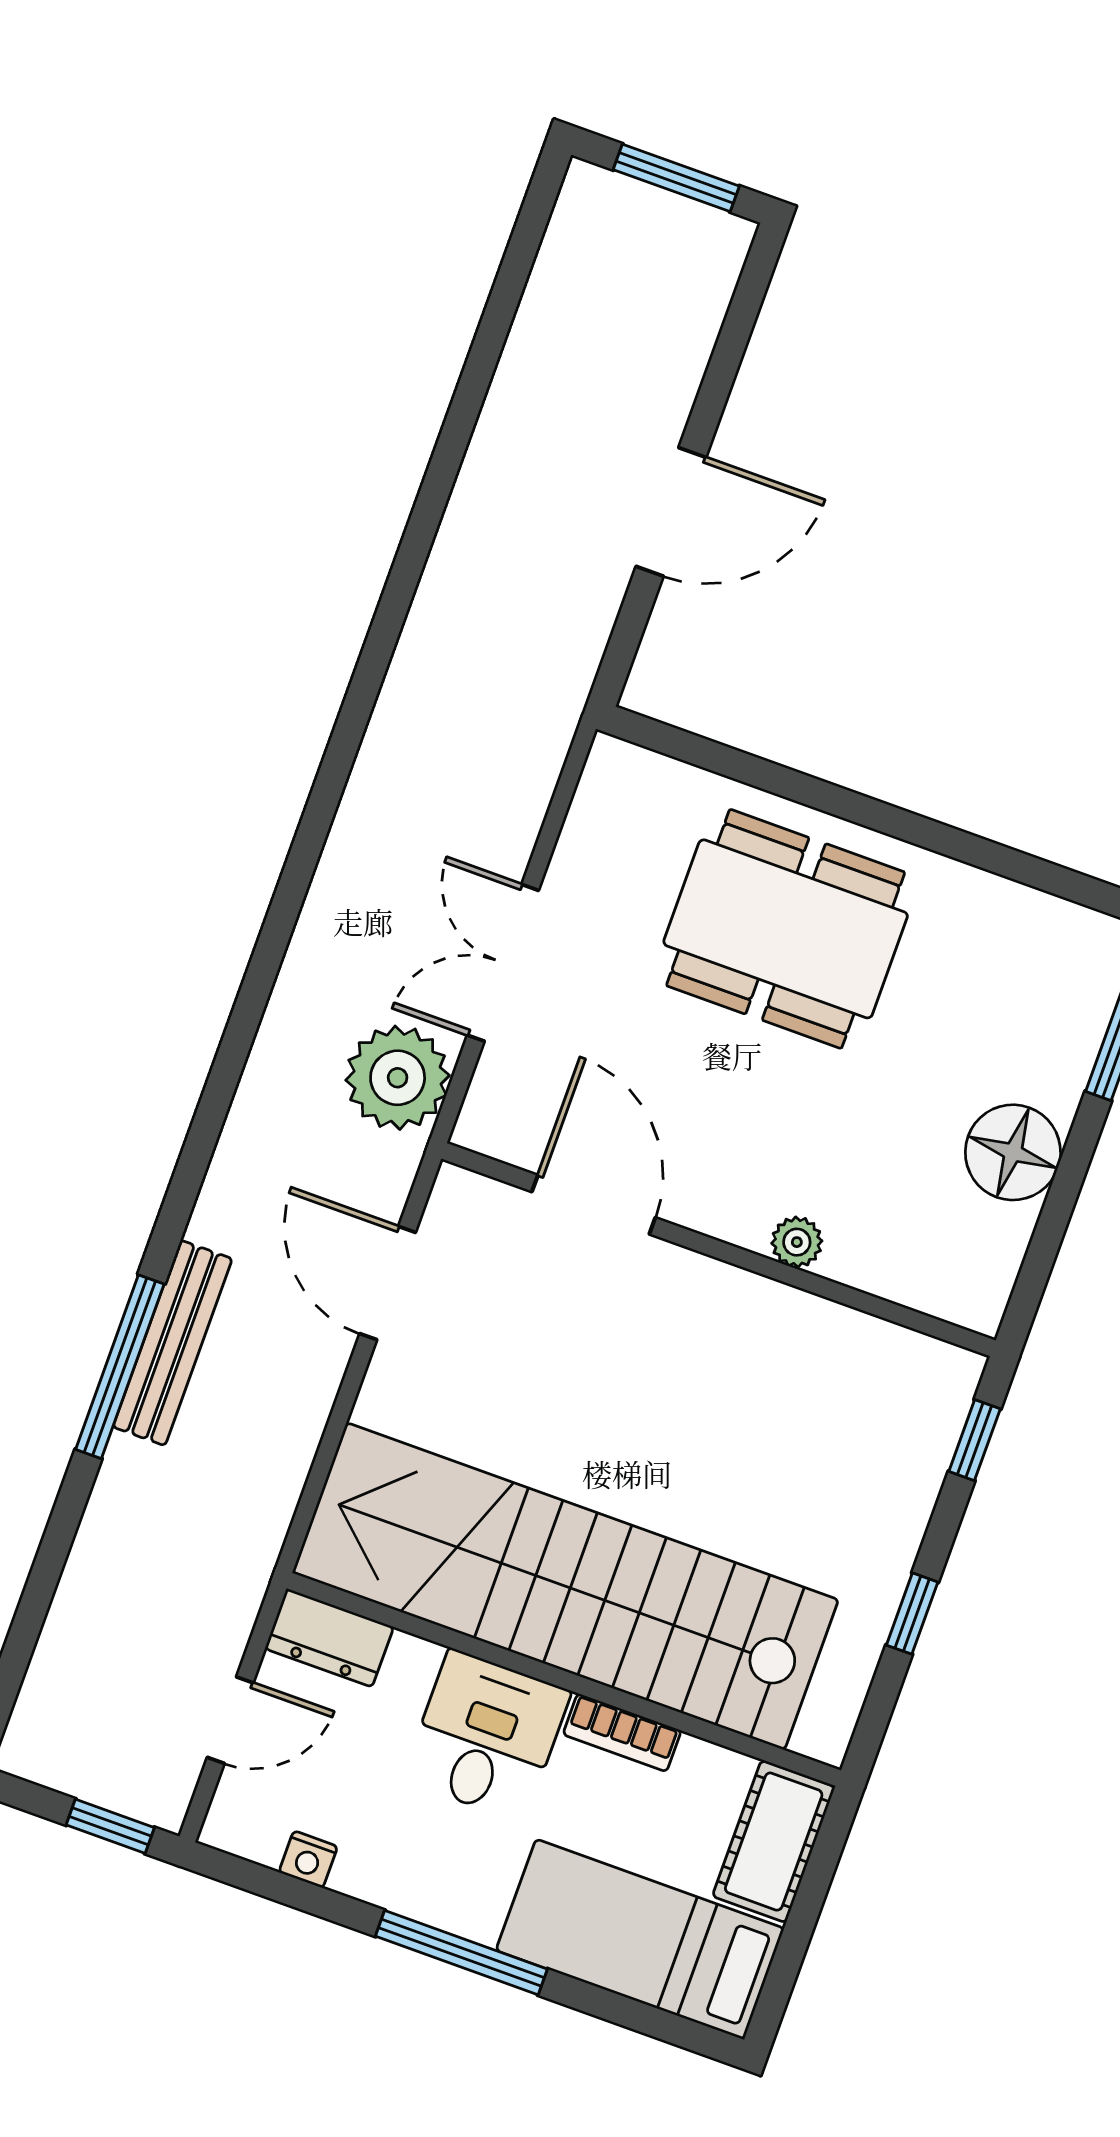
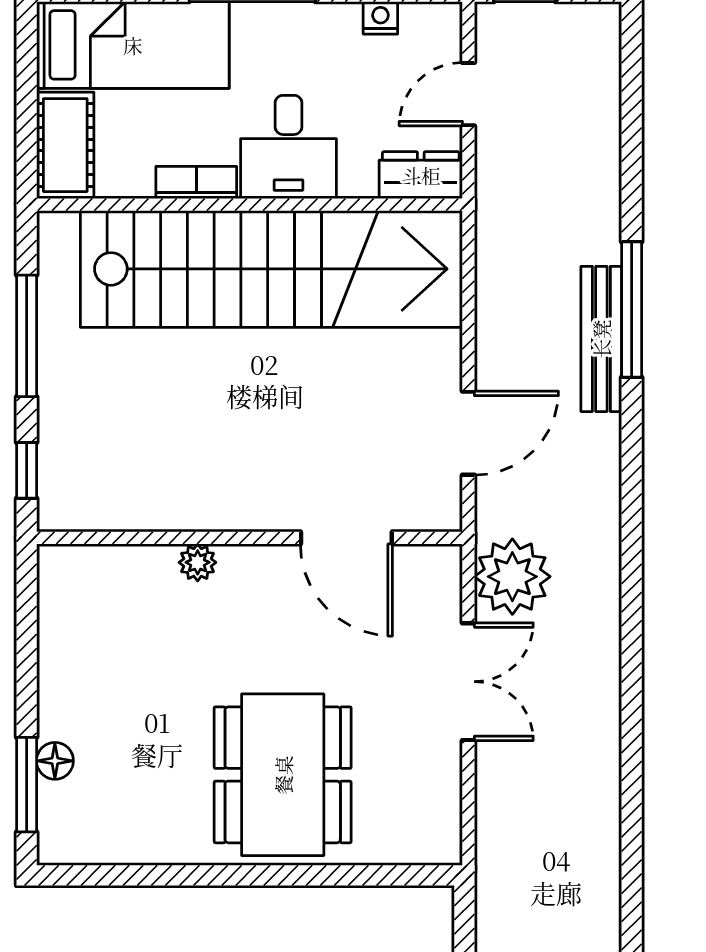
dining table: (786, 929) -> (283, 775), turned 90
floor lamp: (1013, 1152) -> (55, 761), moved, width x0.53, depth x0.53
door: (388, 1283) -> (468, 433), hinge flipped
window: (912, 1614) -> (27, 336), width x2.17

